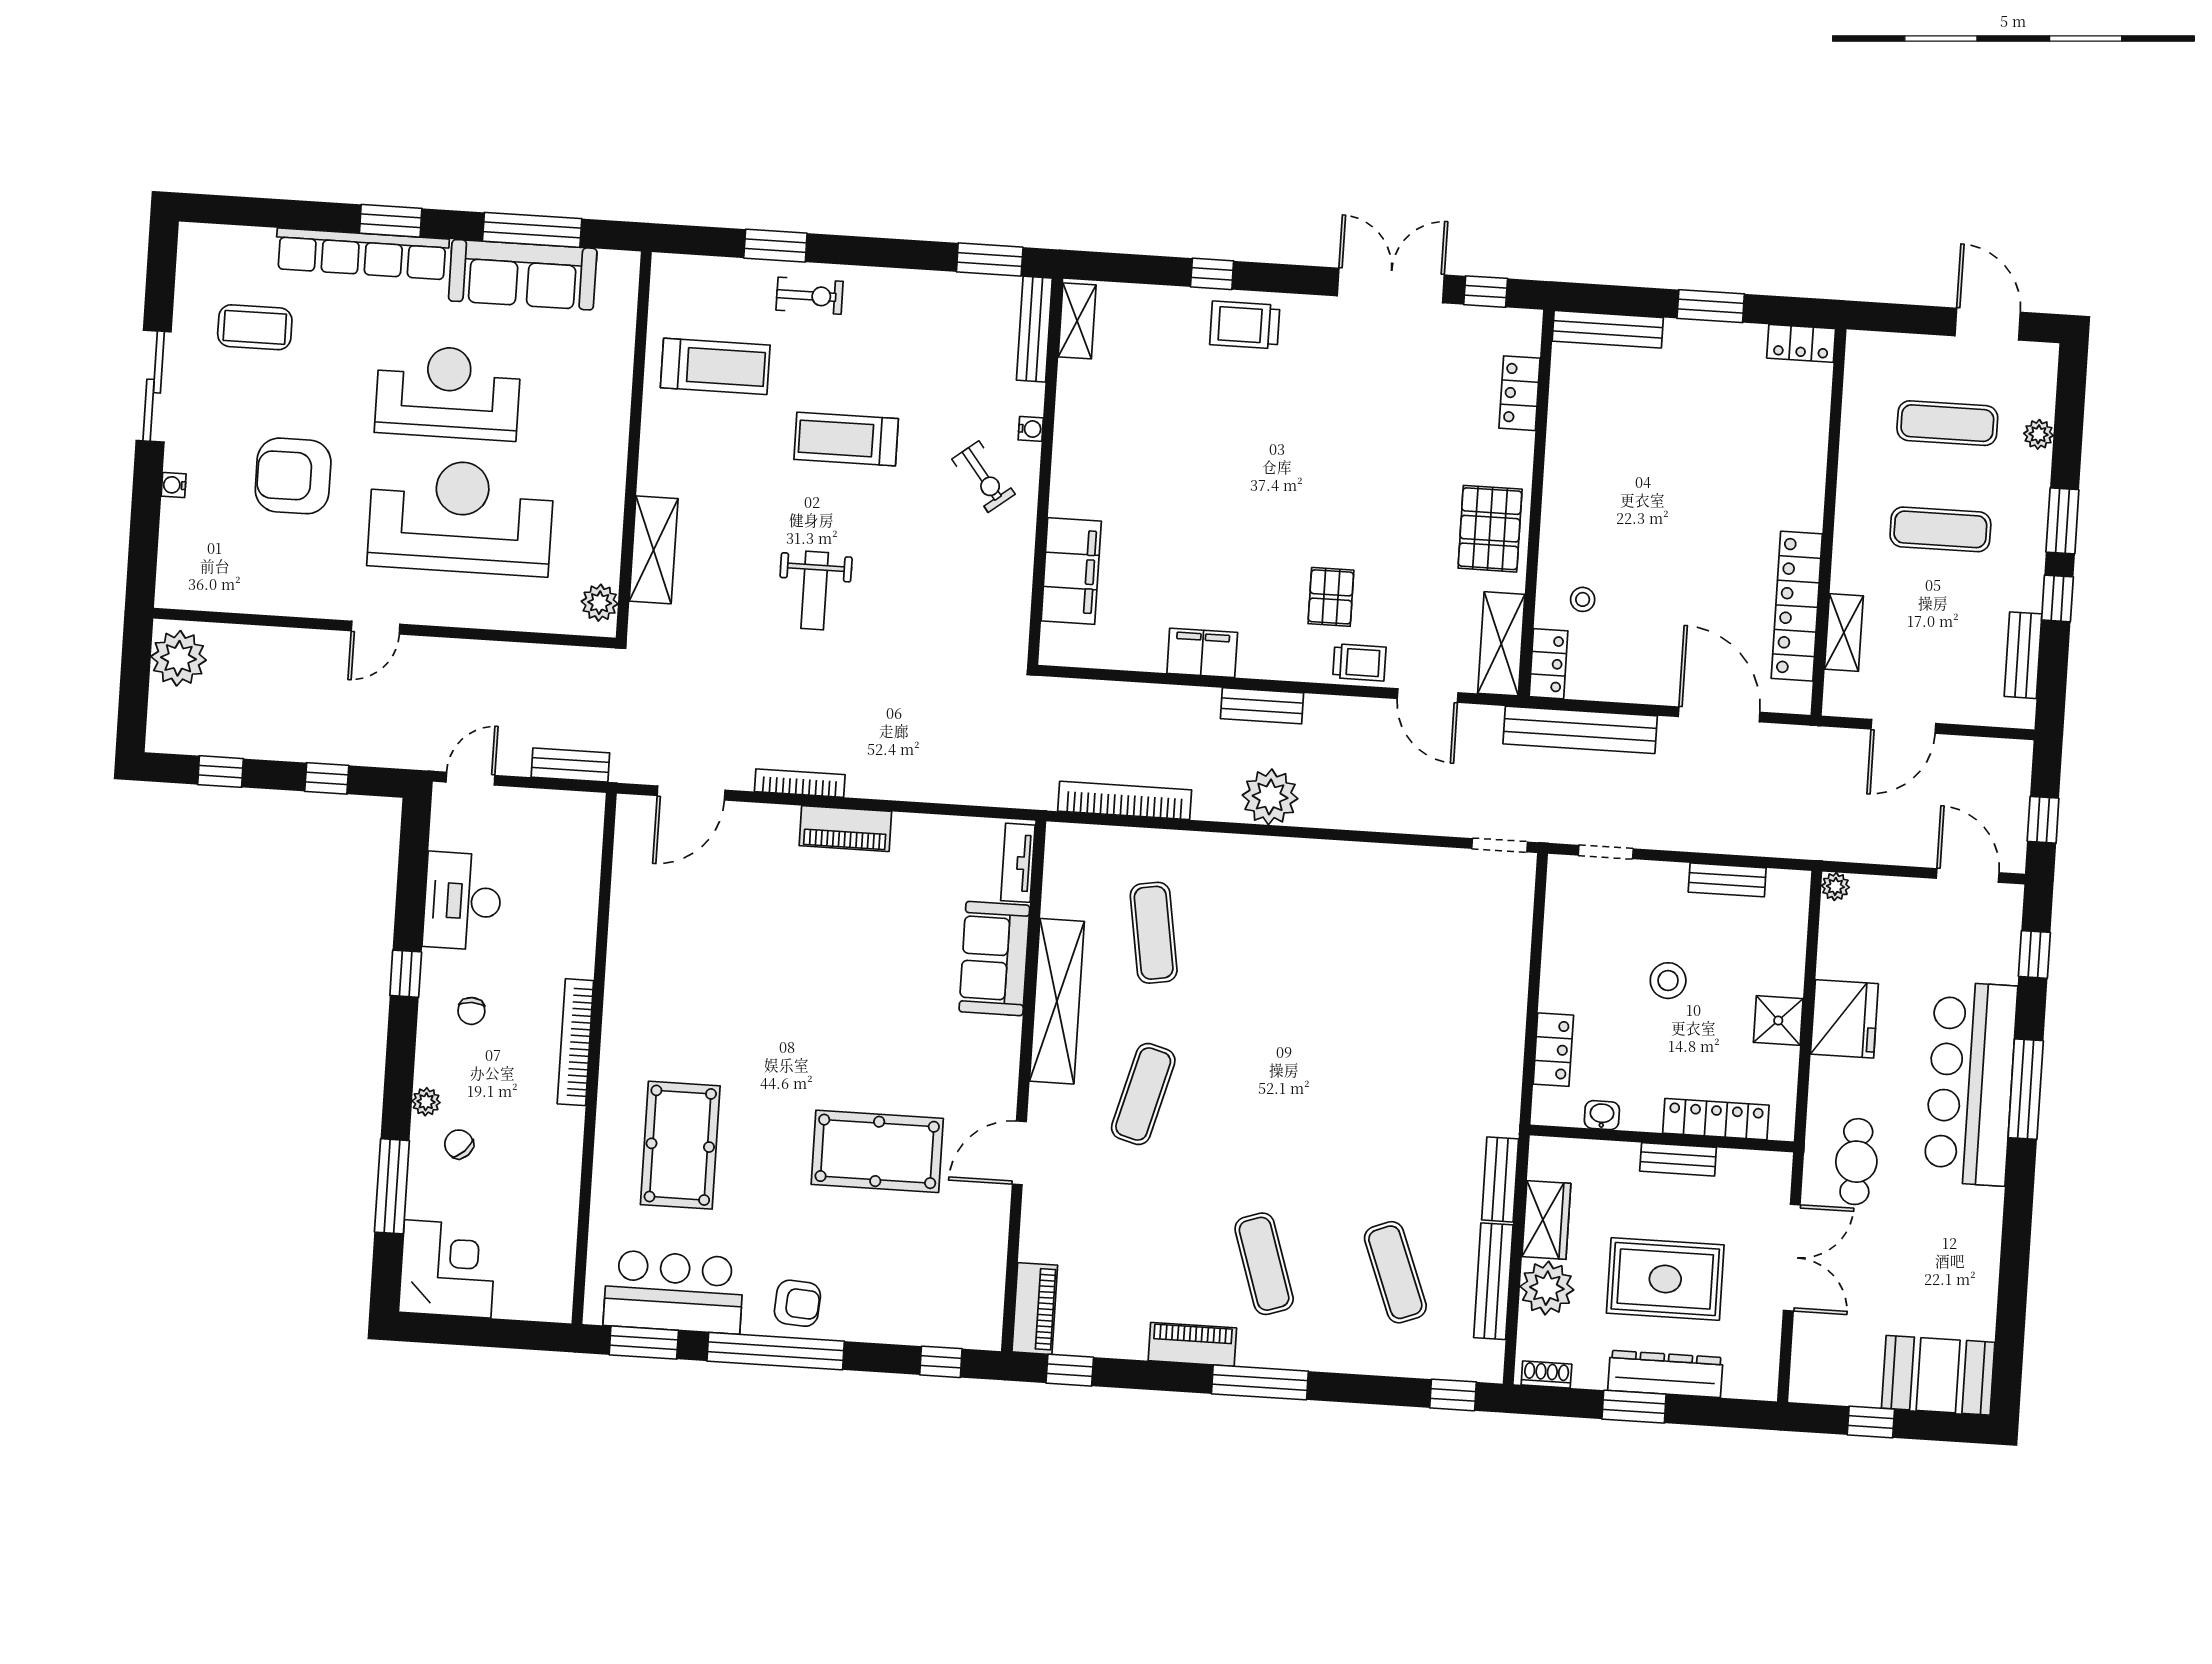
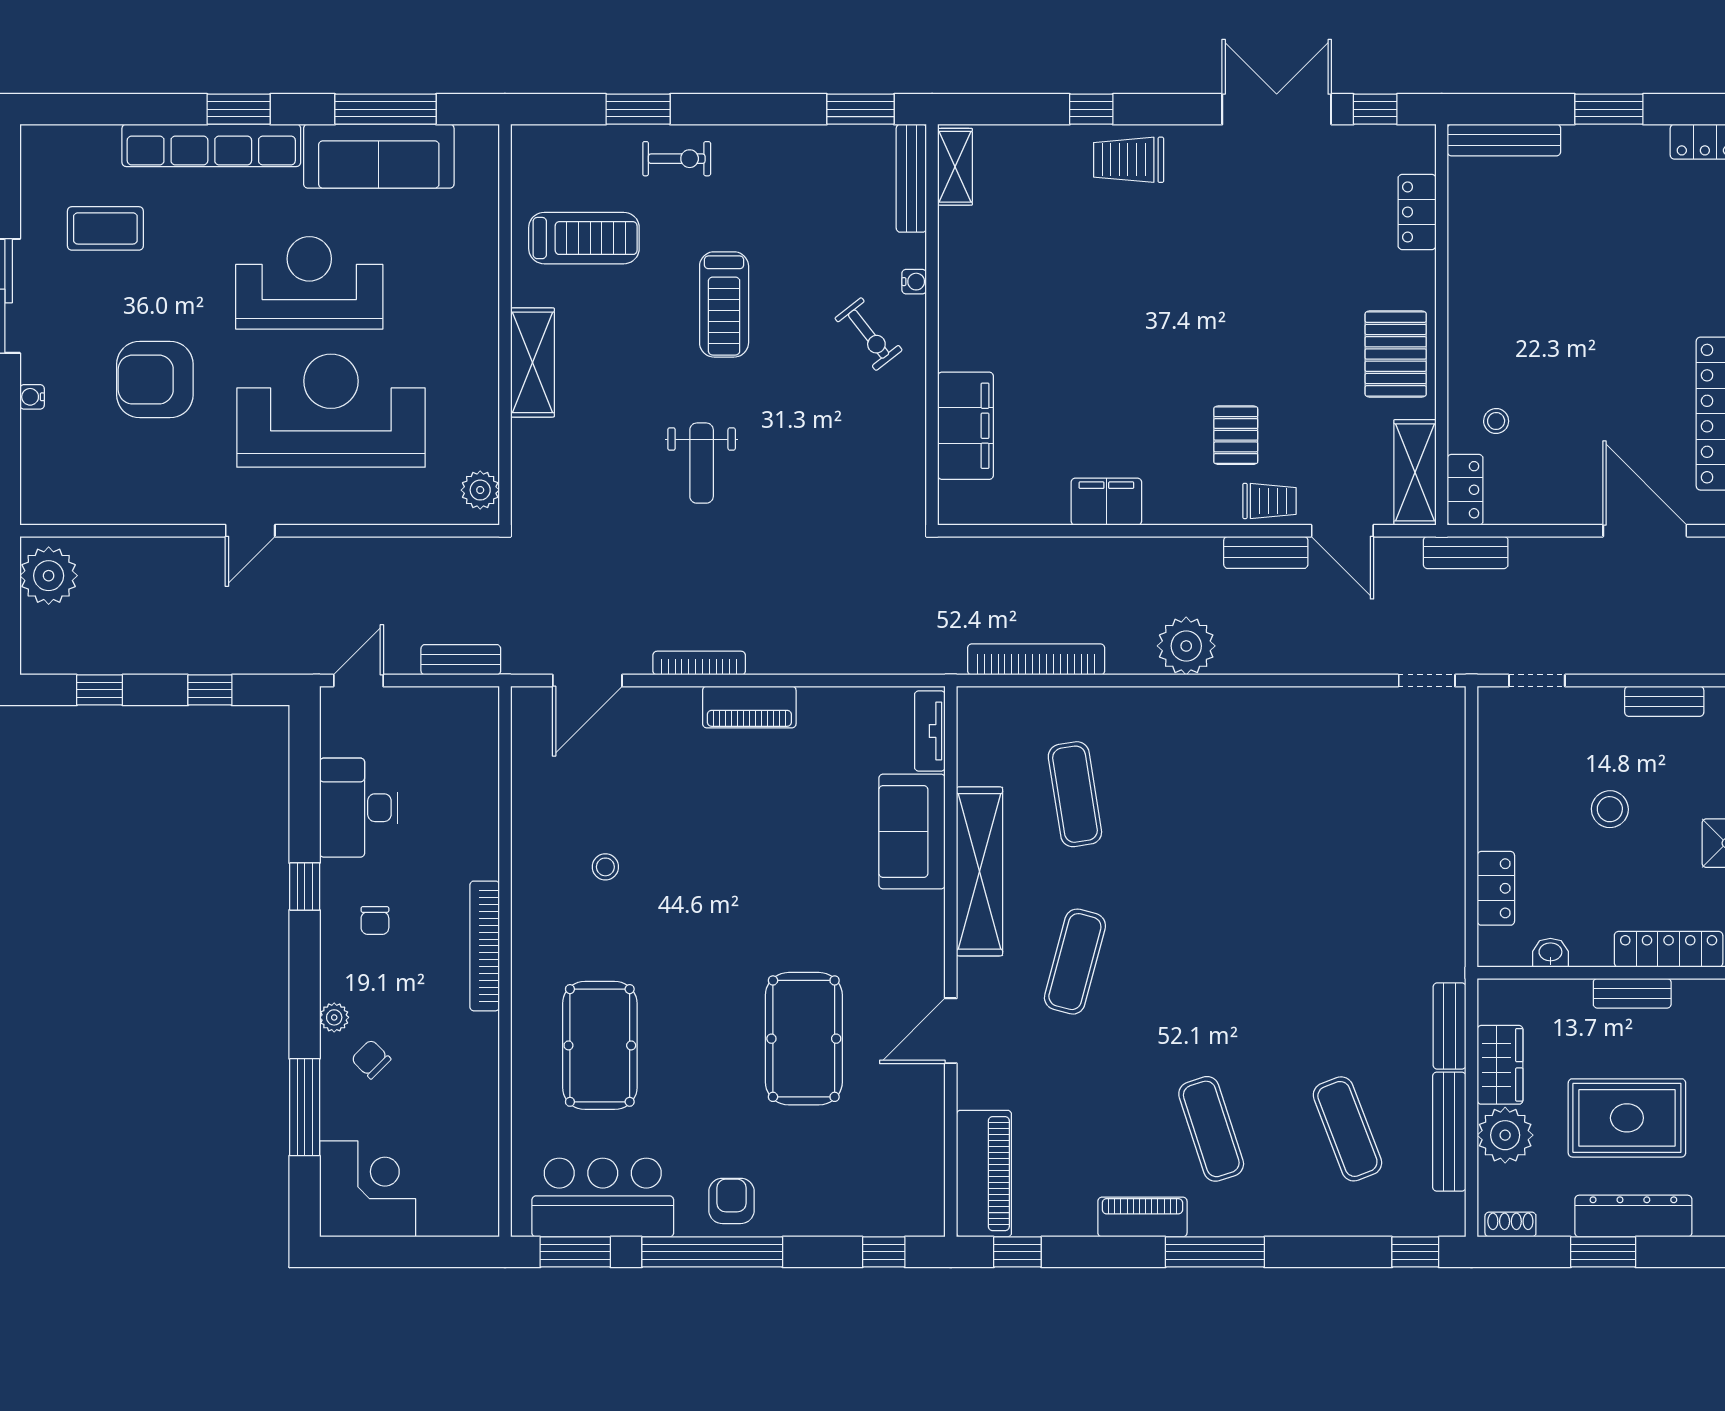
treadmill: (846, 439) -> (724, 304), turned -90
shelving: (654, 550) -> (532, 362), moved
bench: (1262, 706) -> (1266, 552), moved
bench: (1580, 730) -> (1466, 552), width x0.54, depth x0.82
stool: (697, 974) -> (605, 867), added
pool table: (877, 1151) -> (804, 1039), turned 90
armchair: (797, 1303) -> (731, 1201), turned -94
piano: (1035, 1309) -> (984, 1174), width x1.37, depth x1.33

